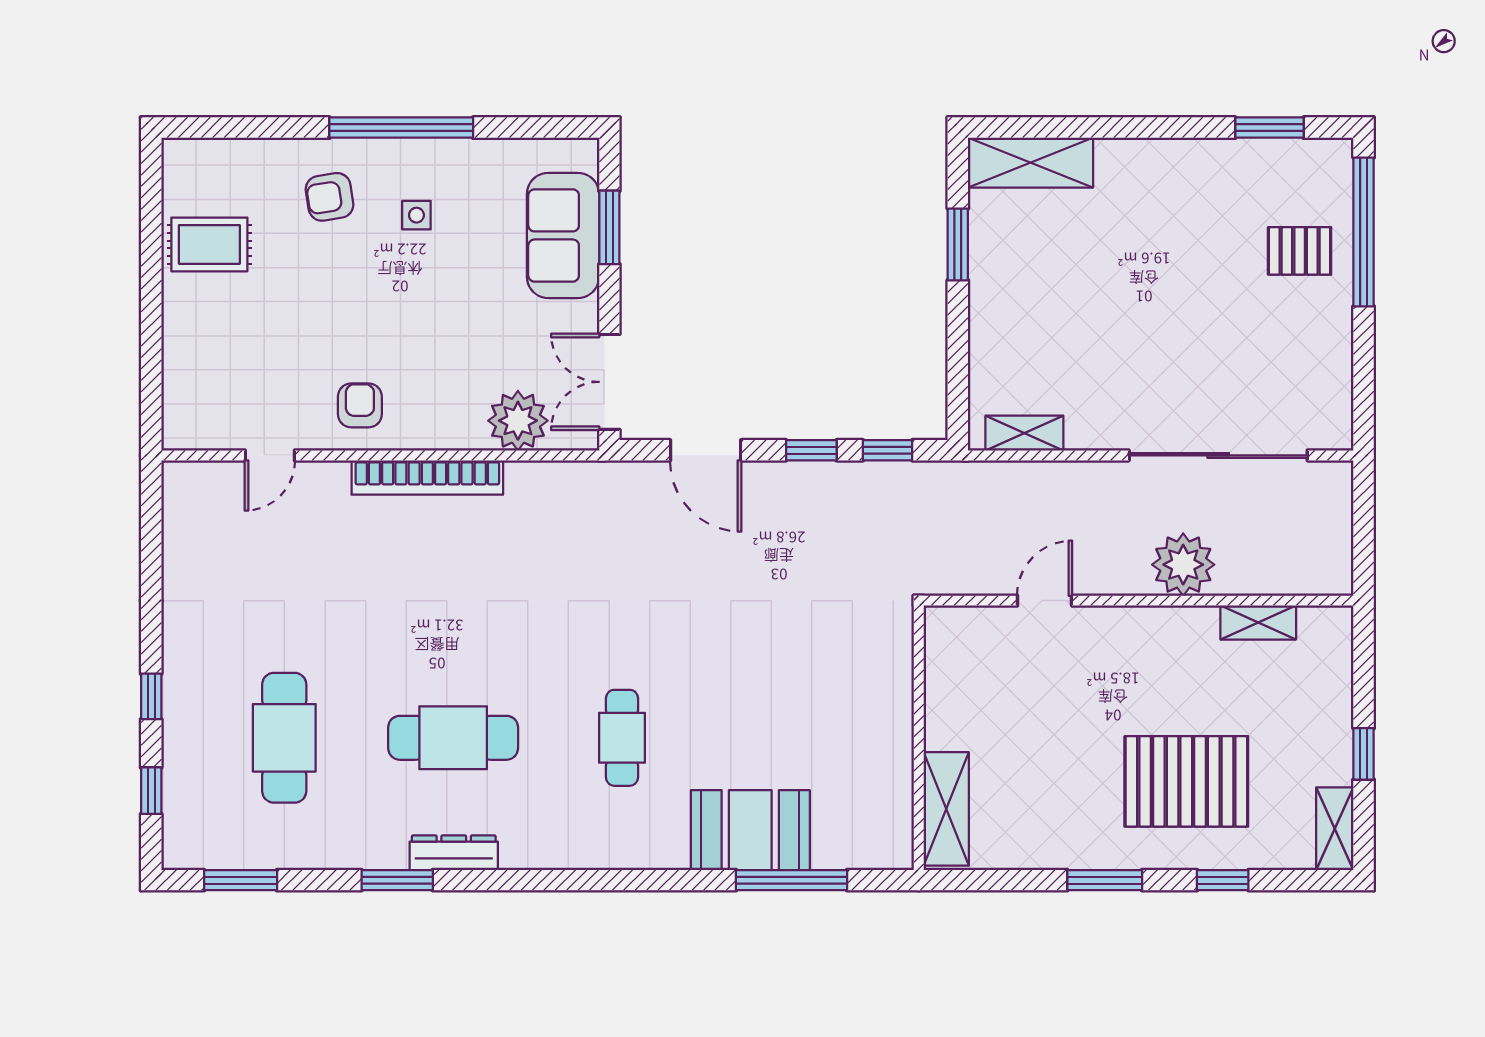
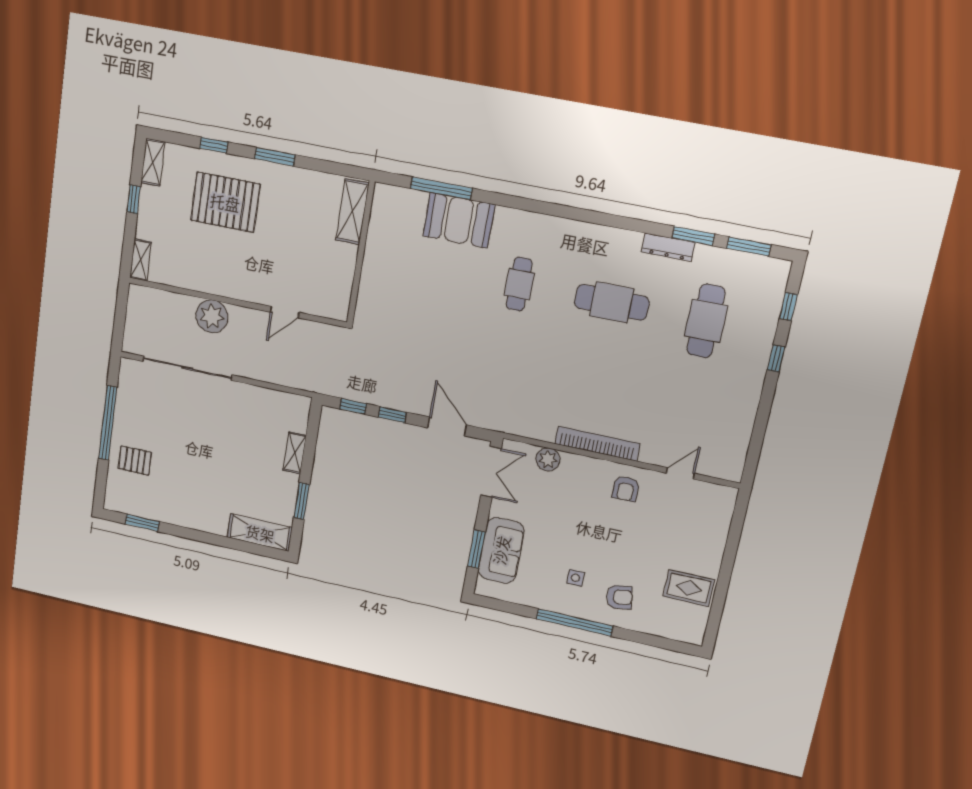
window: (1364, 232) -> (108, 423), moved
plant: (518, 421) -> (548, 459), width x0.73, depth x0.73
shelving: (1024, 433) -> (295, 453), moved, turned 90
shelving: (1258, 623) -> (140, 260), moved, turned 90
dresser: (454, 853) -> (668, 247), moved
window: (397, 880) -> (693, 236), moved

